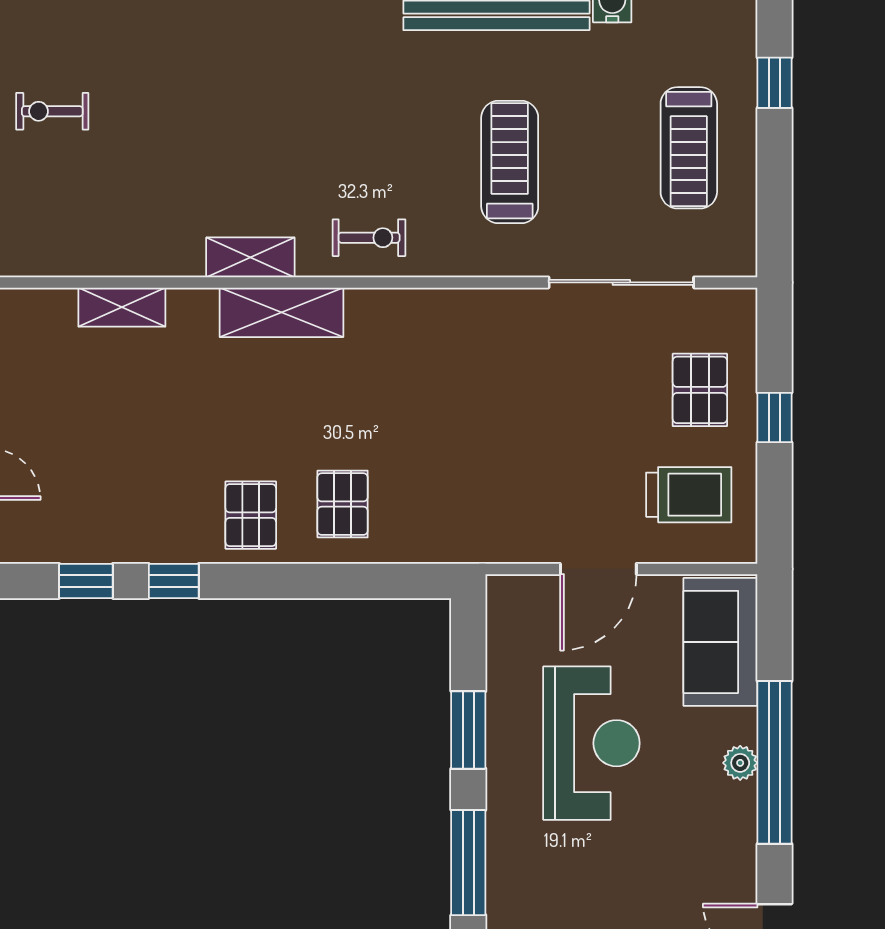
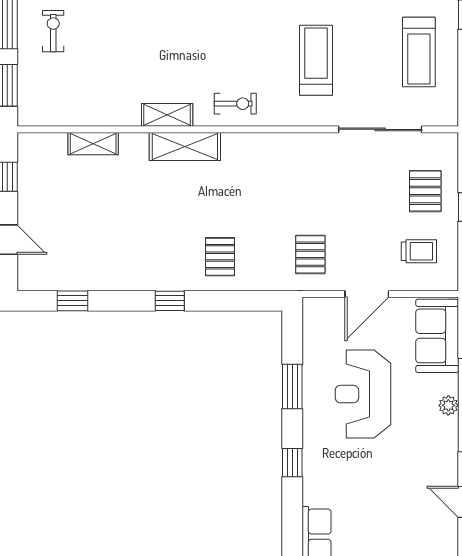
exercise bike: (52, 111) -> (53, 31), turned 90
trolley: (689, 495) -> (419, 251), width x0.73, depth x0.72
pallet: (251, 515) -> (310, 254), moved
window: (174, 581) -> (170, 301), moved
reception desk: (591, 743) -> (363, 394), turned 180
window: (468, 863) -> (292, 463), width x0.46

